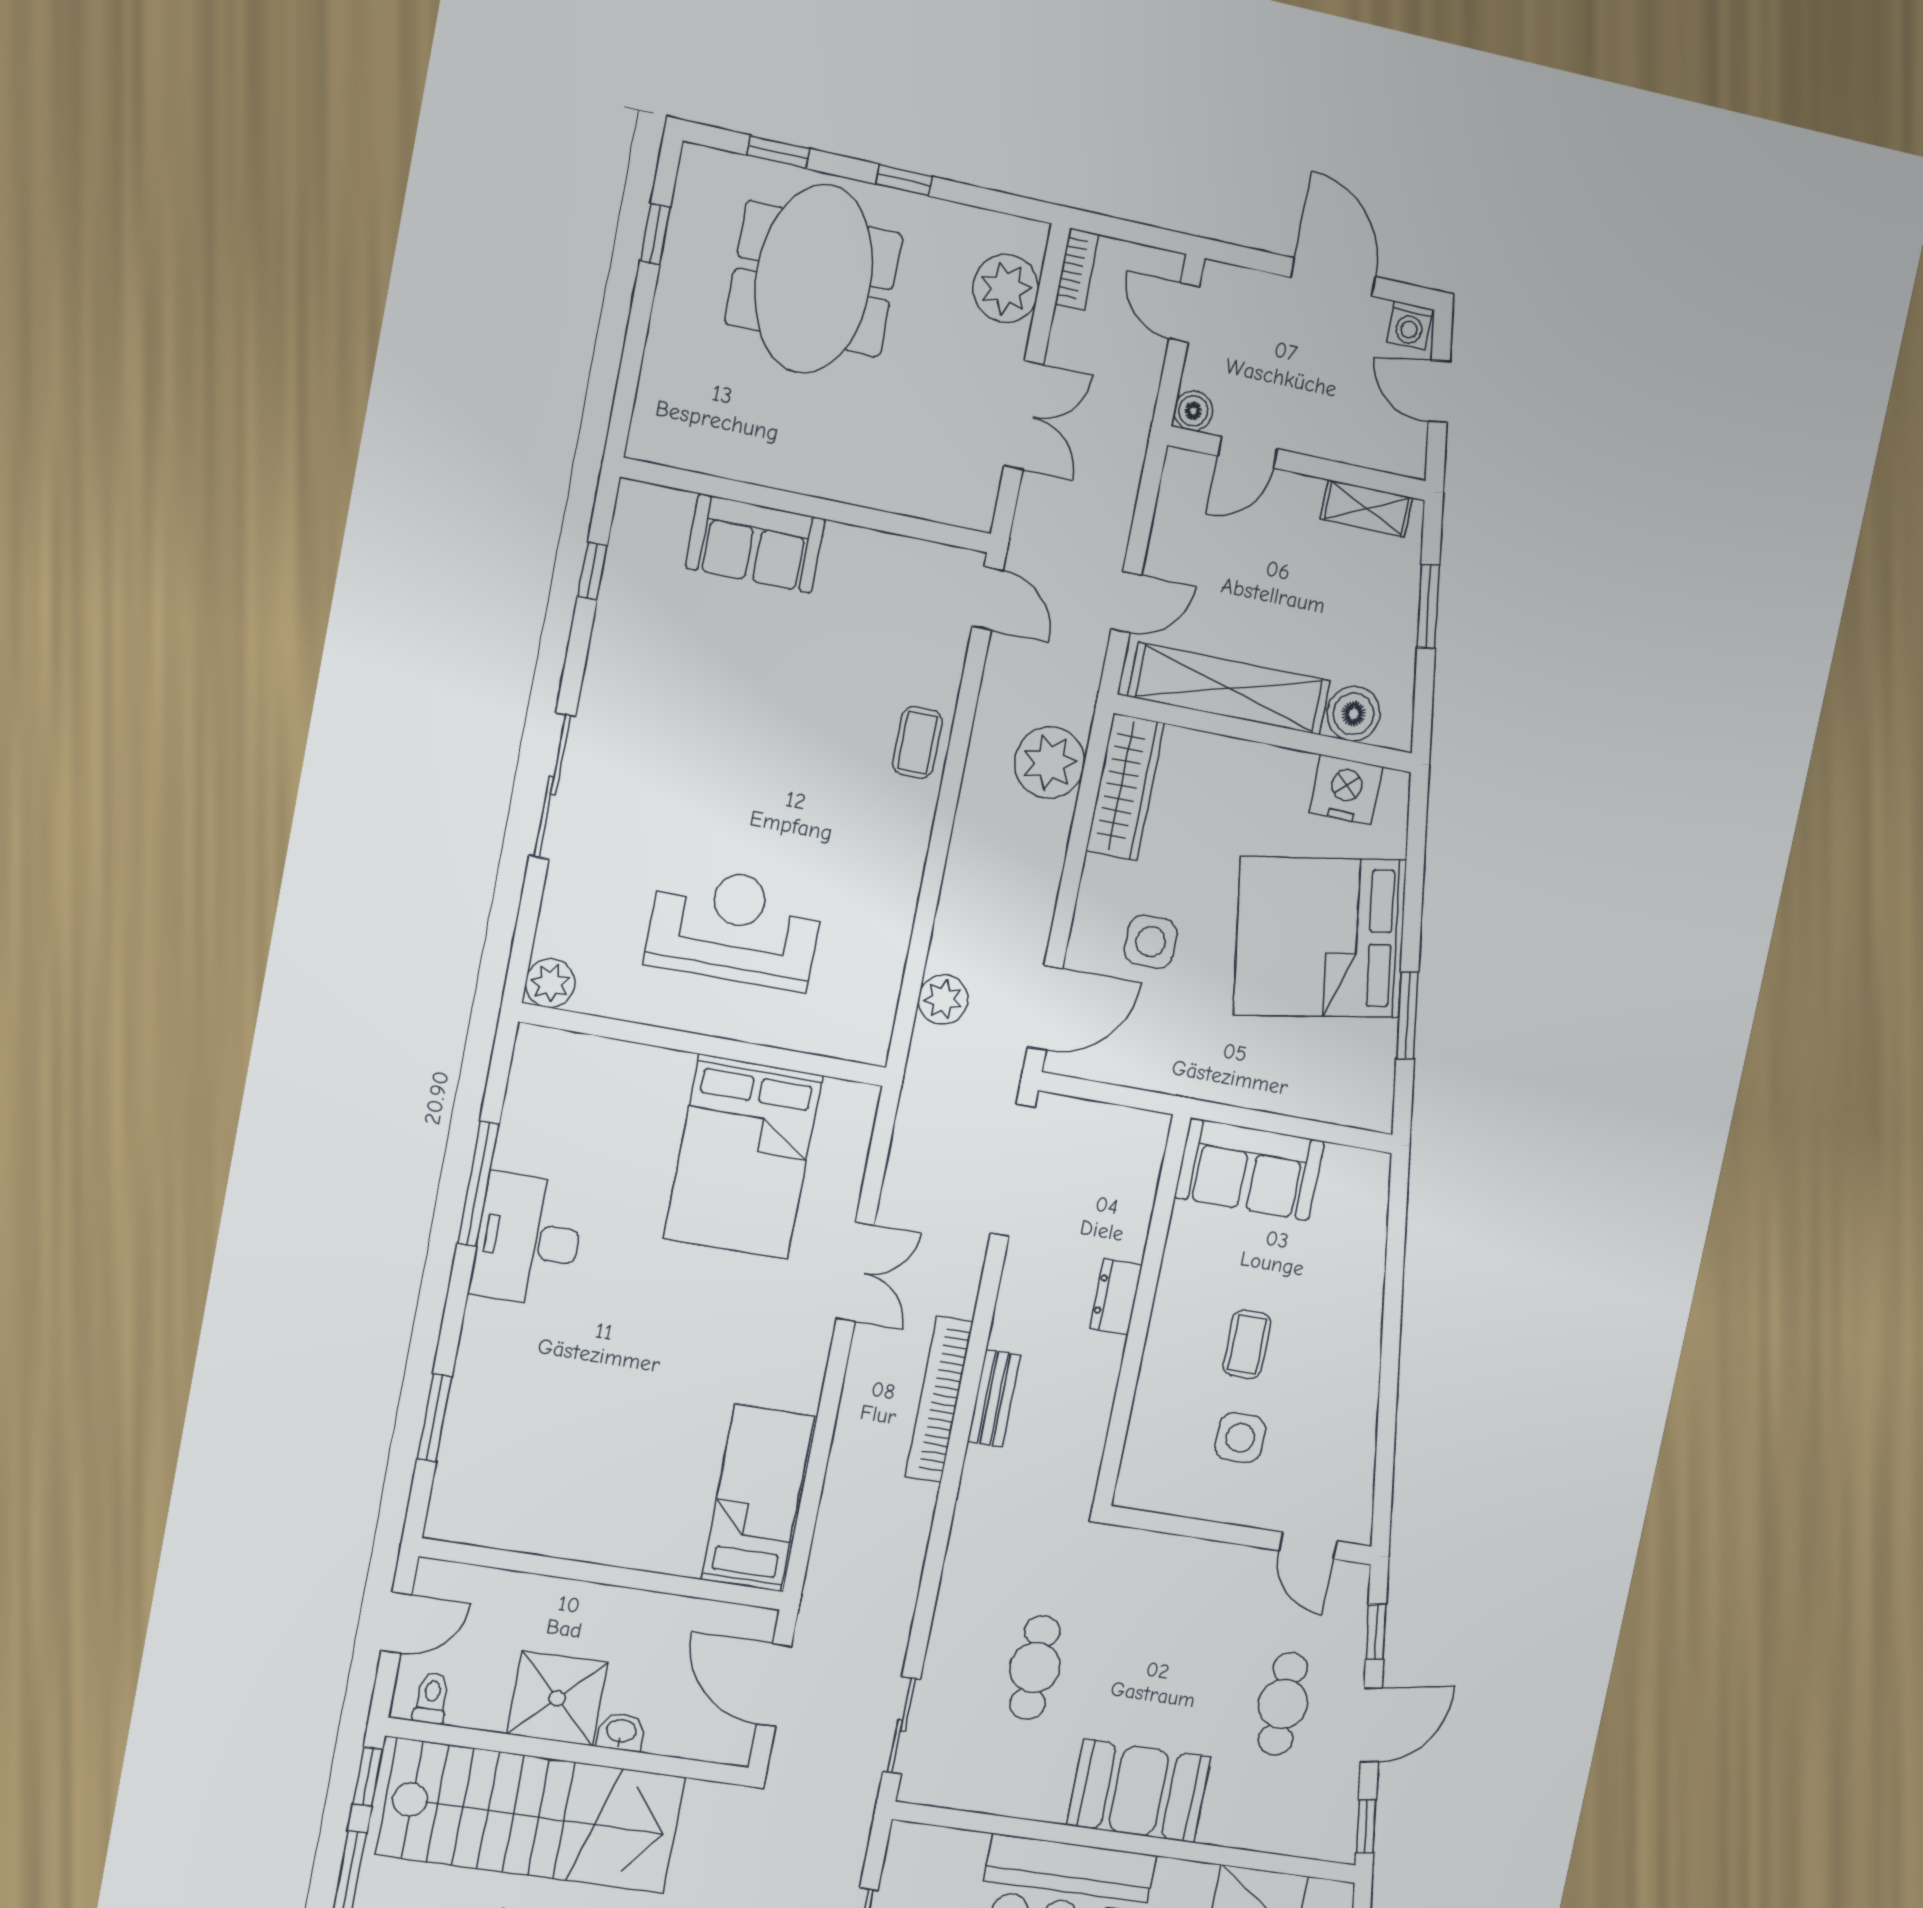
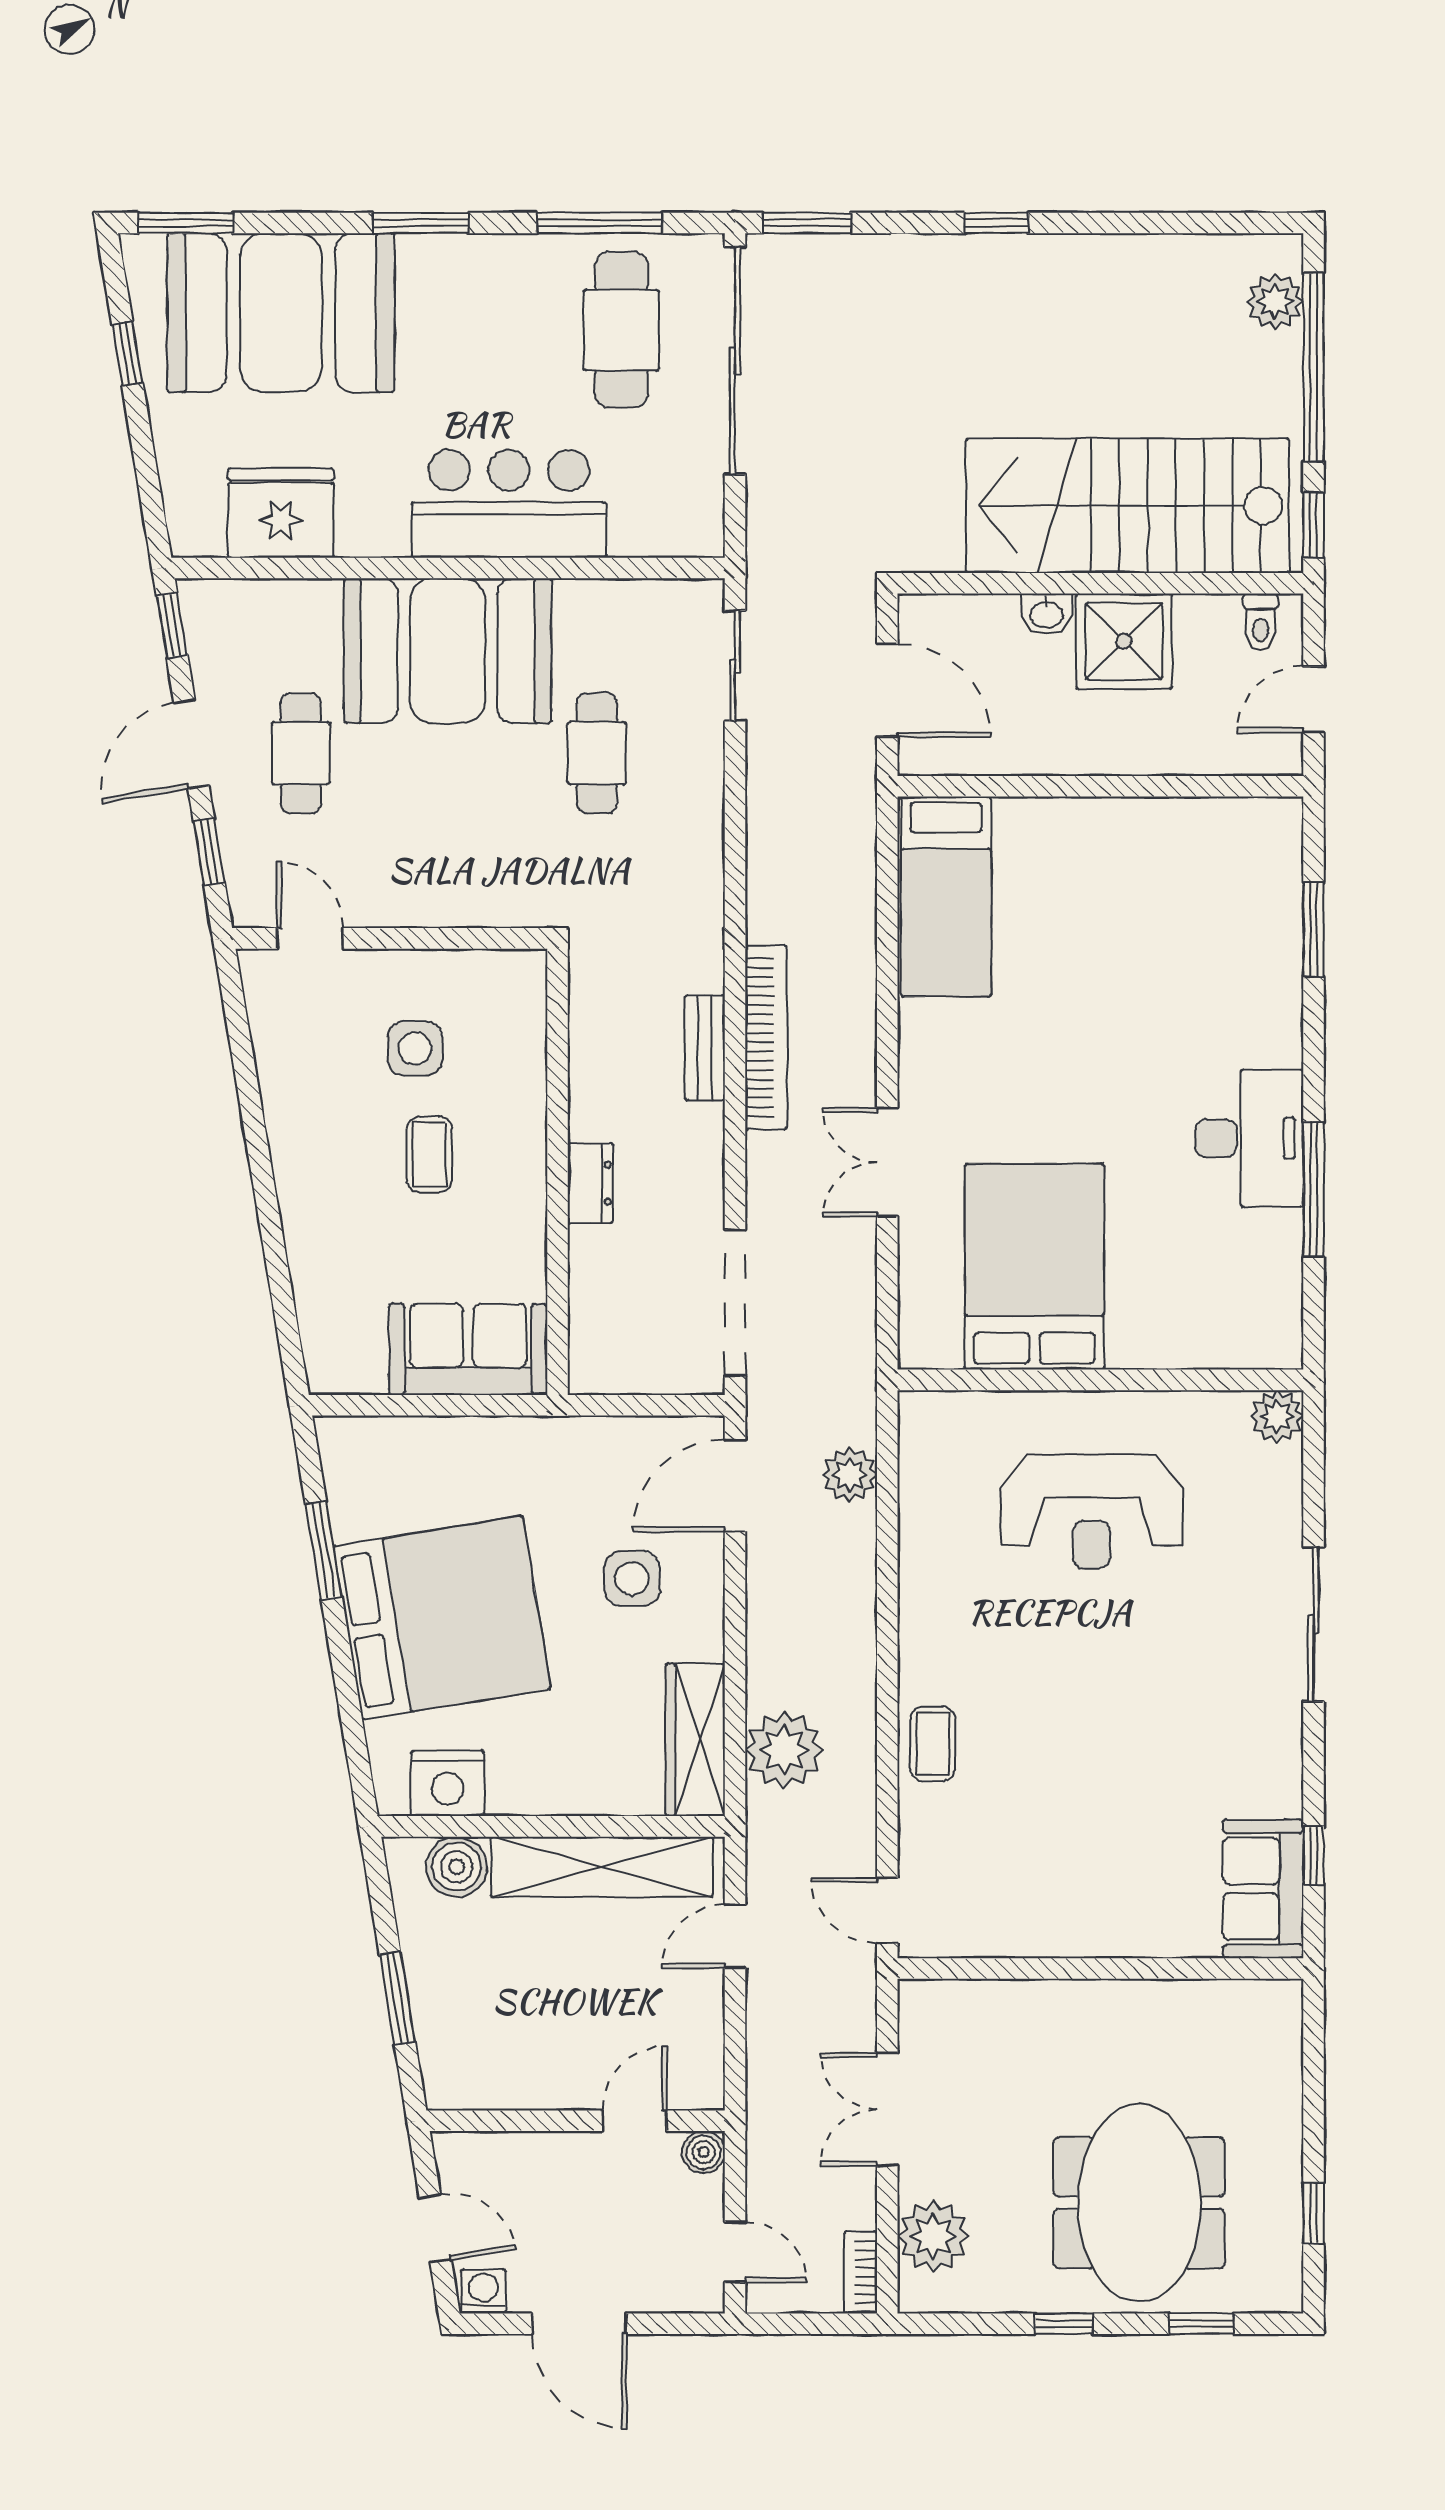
shelving: (1367, 508) -> (490, 2089), removed
sofa: (755, 543) -> (1263, 1889), moved, turned -90
booth: (1139, 1791) -> (448, 651), width x1.36, depth x1.42

